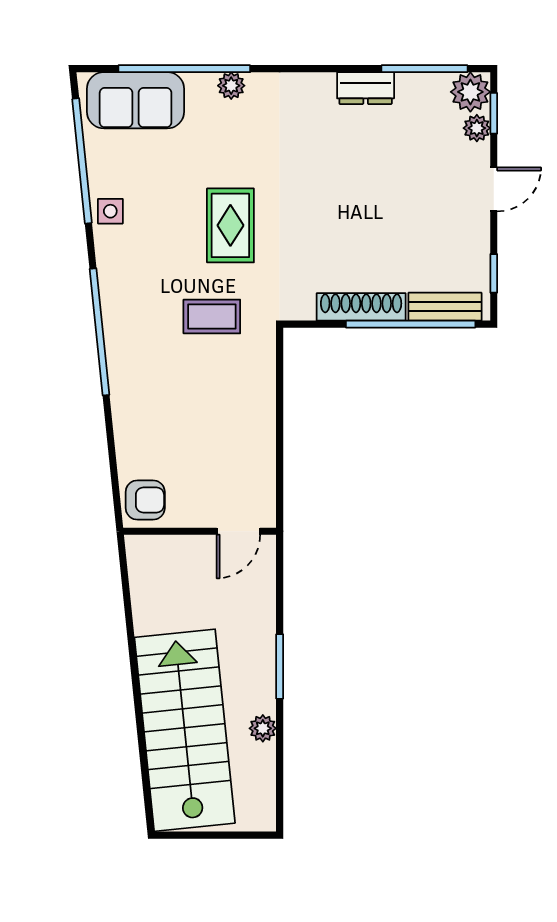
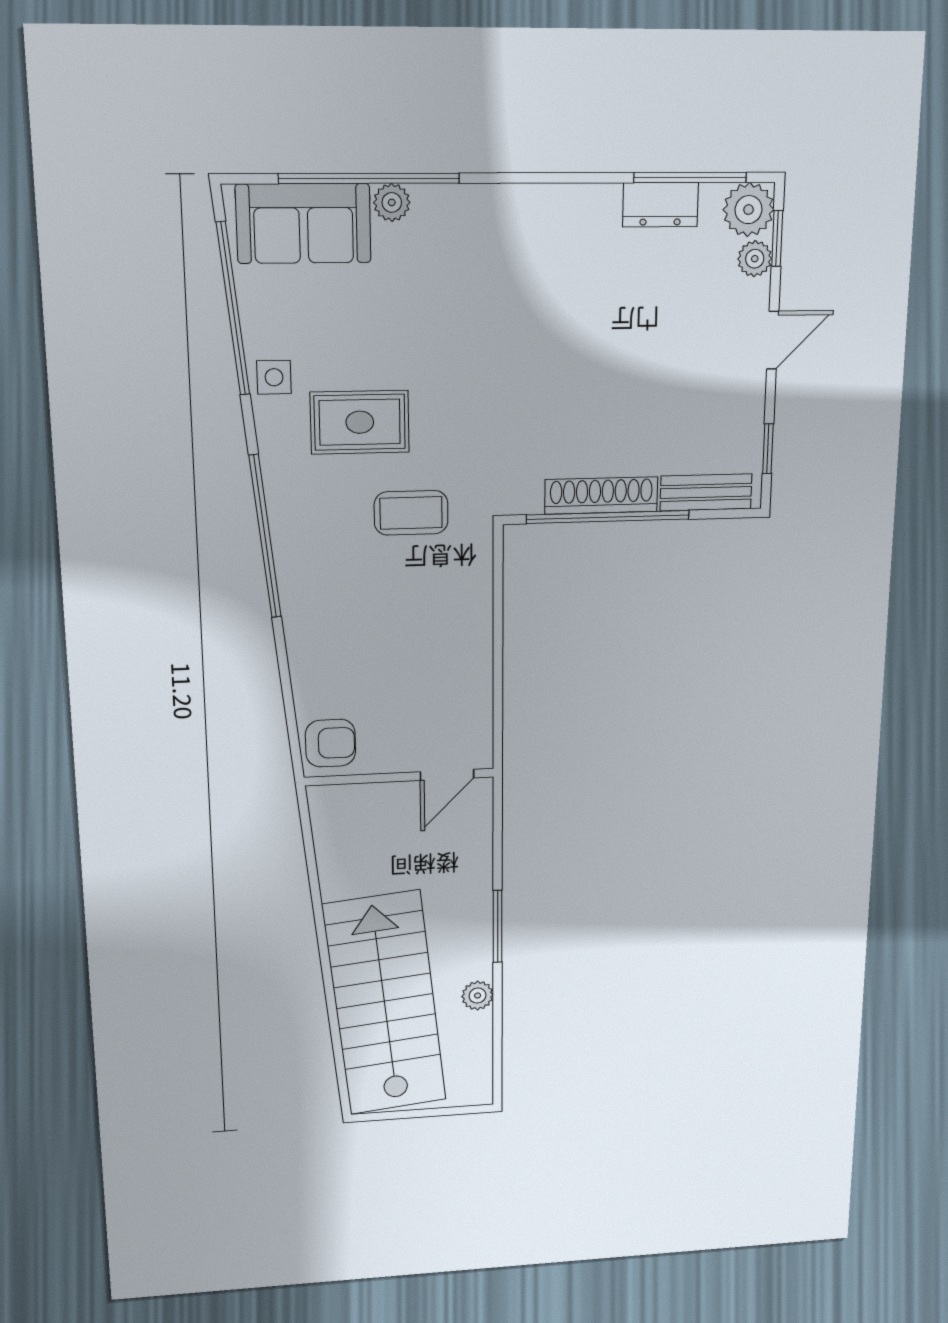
plant: (231, 86) -> (392, 202), moved
dresser: (366, 88) -> (661, 205), moved
rug: (230, 225) -> (360, 422), moved, turned 90
window: (411, 324) -> (608, 517), moved

